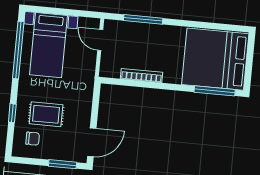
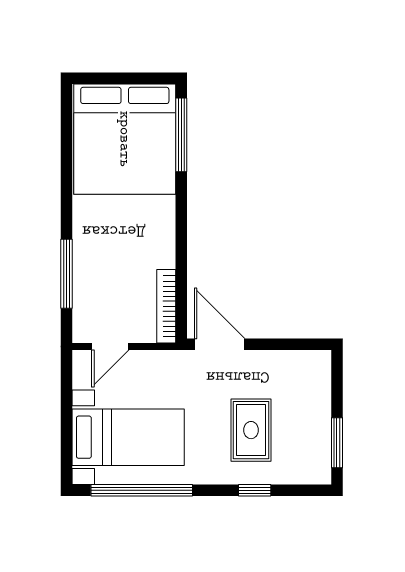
bookcase: (142, 75) -> (166, 306), moved
chair: (33, 139) -> (297, 450), removed
door: (92, 142) -> (220, 344), moved
window: (63, 164) -> (337, 443), moved

